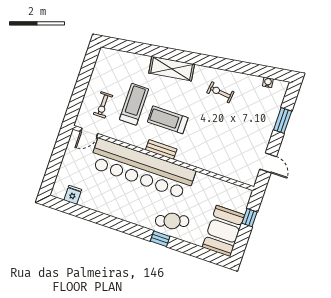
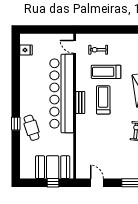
treadmill: (134, 104) -> (106, 72), turned 180
door: (268, 163) -> (97, 183), swing flipped
booth: (223, 231) -> (53, 167), moved

